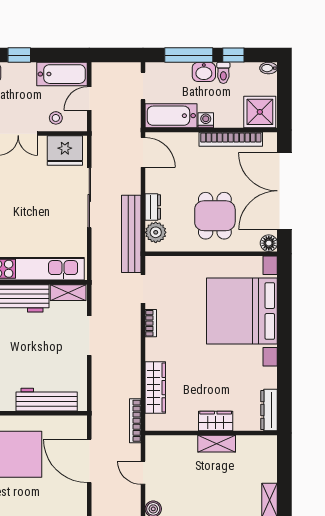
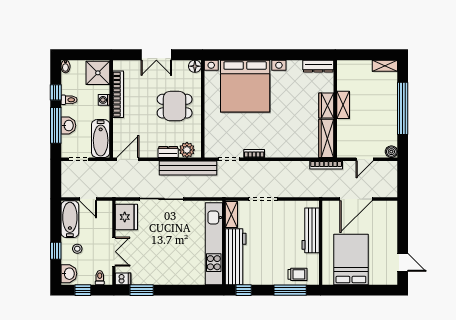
washbasin: (204, 72) -> (68, 126), moved
stool: (56, 118) -> (77, 249), moved
washing machine: (206, 120) -> (104, 100), moved
double door: (284, 191) -> (156, 55), width x0.54
wardrobe: (155, 388) -> (326, 138), moved, turned -90

